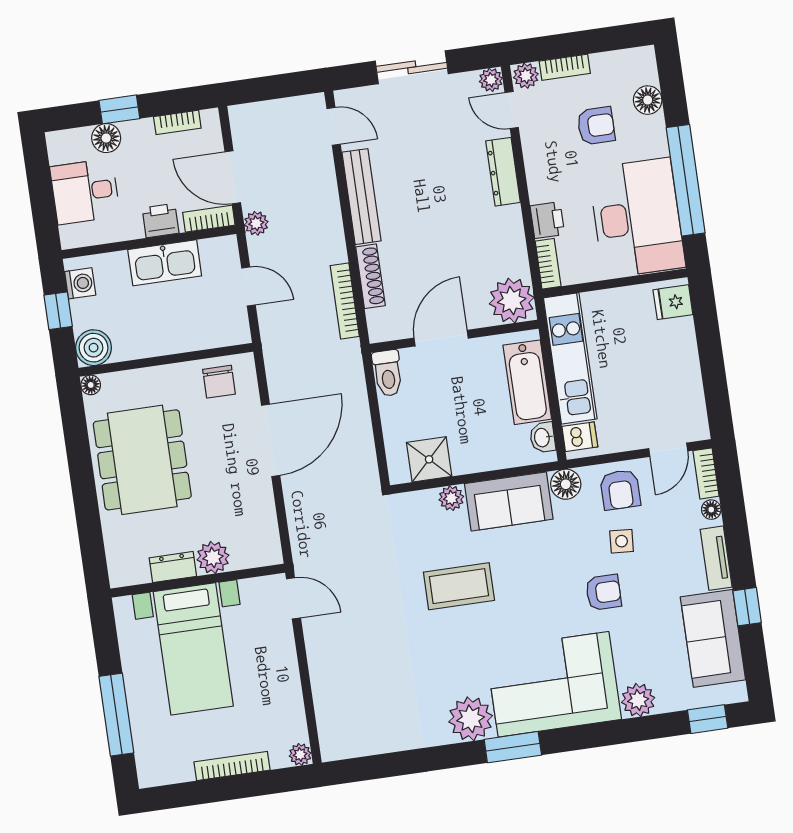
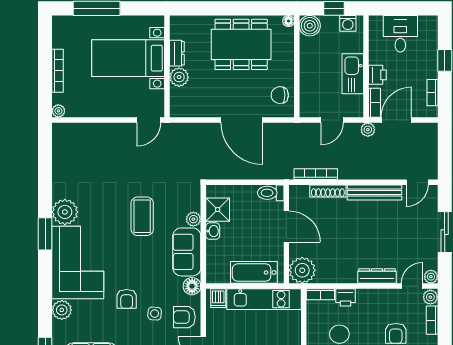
floor lamp: (106, 138) -> (429, 50), removed
washbasin: (543, 437) -> (213, 231), moved, turned 90

